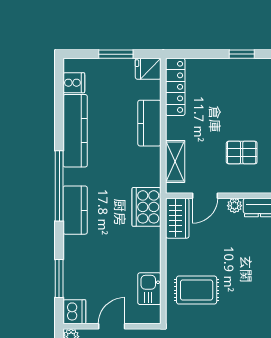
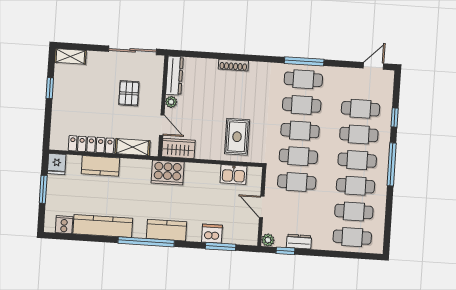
locker: (175, 87) -> (91, 144), moved
dishwasher: (74, 312) -> (212, 234), moved

